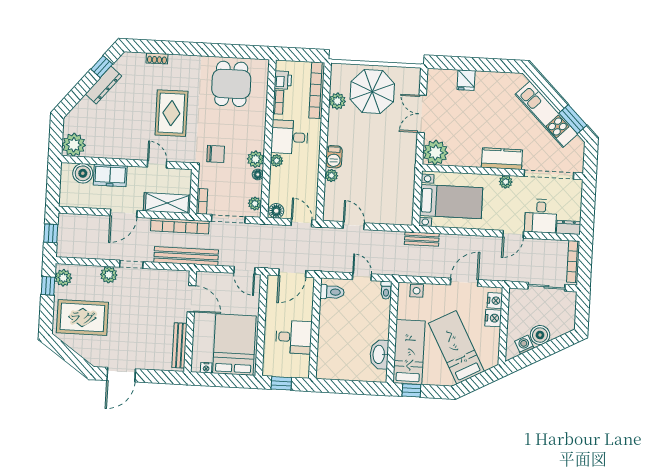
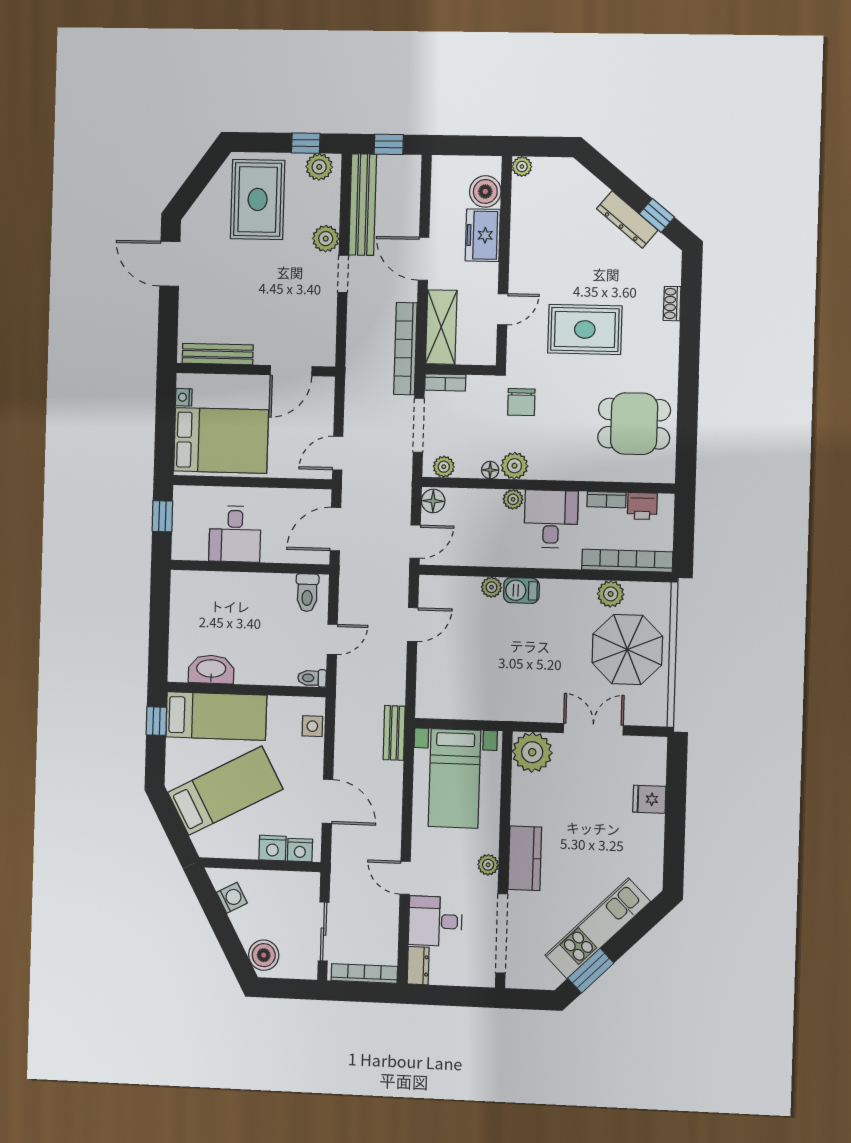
plant: (74, 145) -> (522, 166), width x0.53, depth x0.53
bench: (186, 256) -> (363, 205), moved
door: (292, 273) -> (335, 529), hinge flipped
boiler: (540, 335) -> (264, 955), moved

